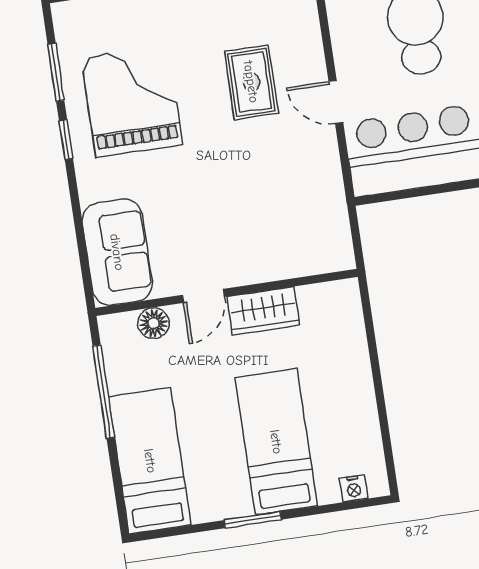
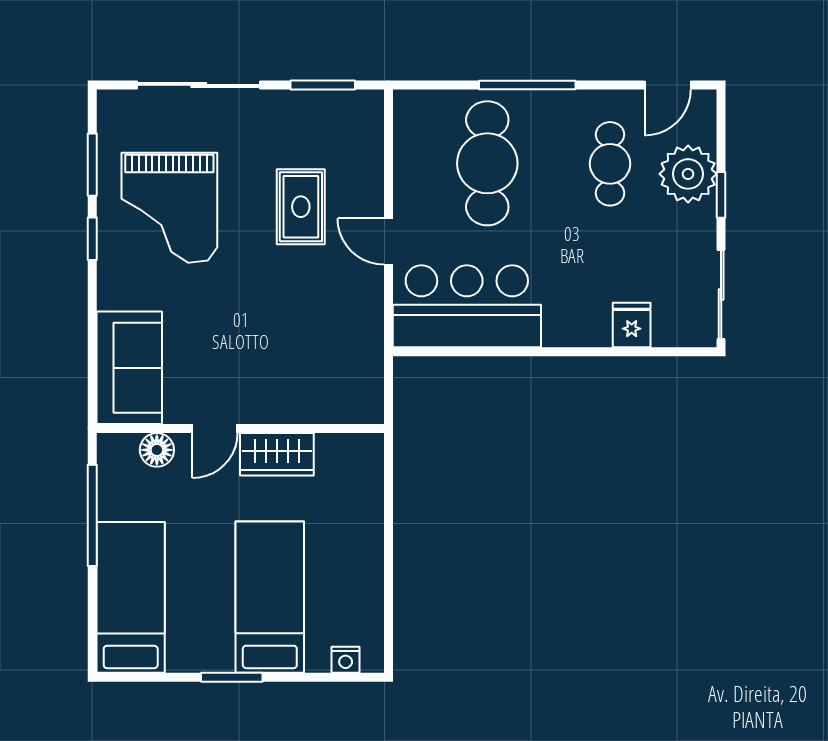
grand piano: (132, 101) -> (169, 208), turned 180

